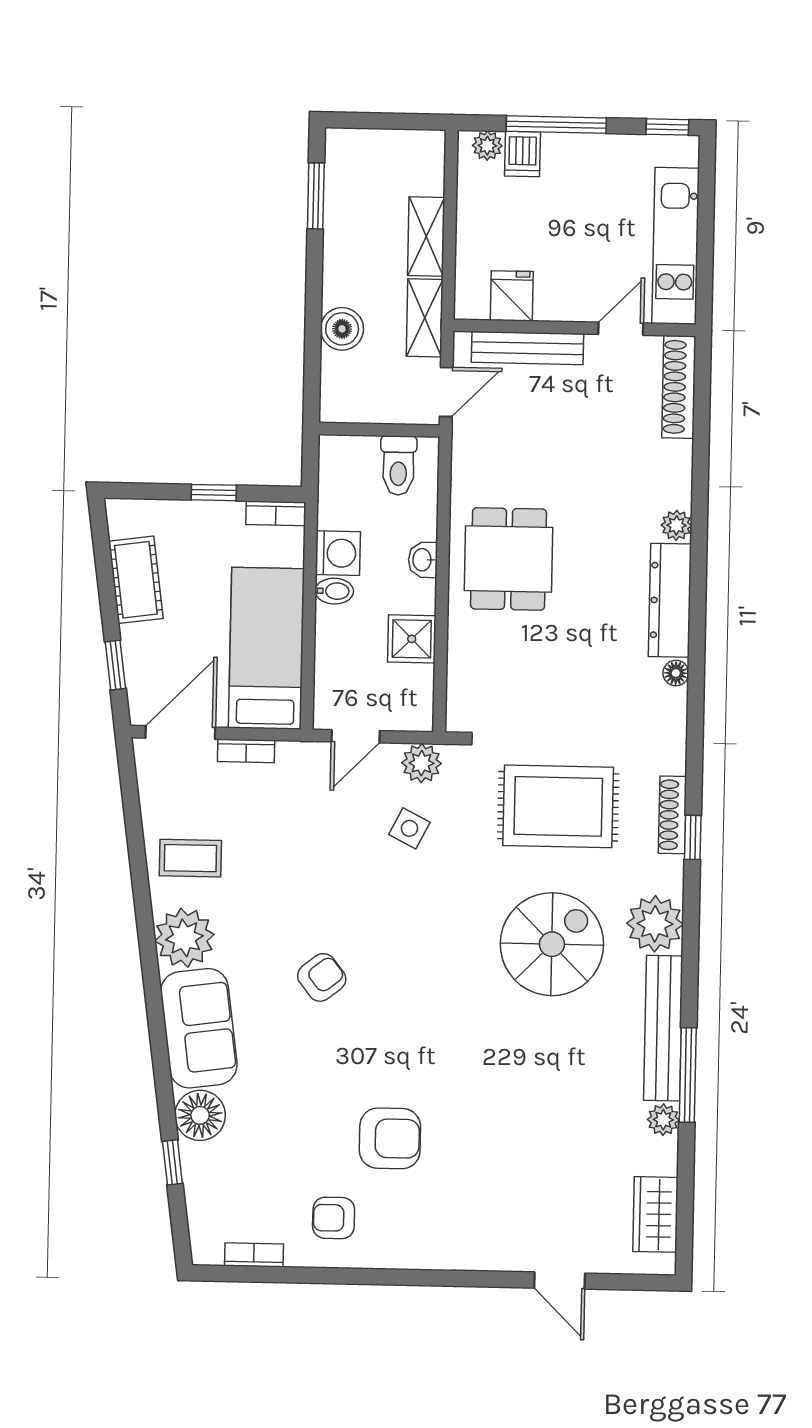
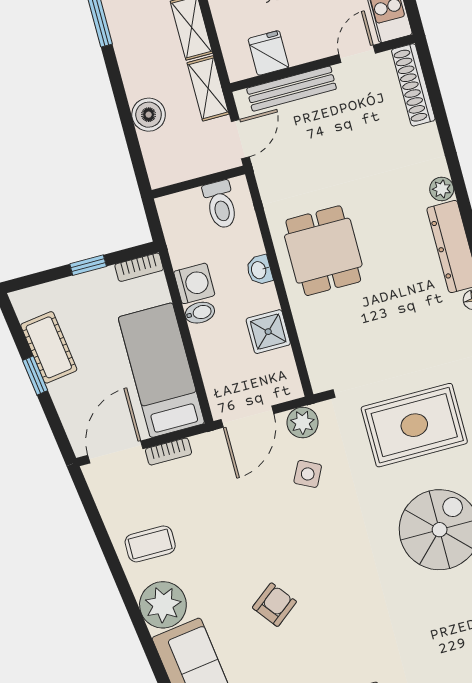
window: (115, 665) -> (35, 376), moved
door: (356, 736) -> (247, 417), width x1.38

